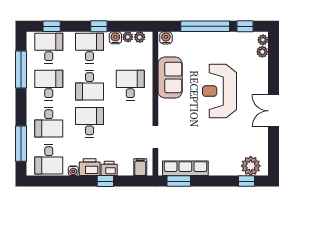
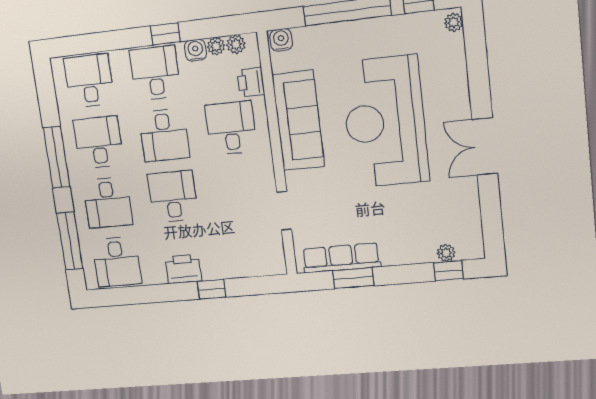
window: (52, 26) -> (88, 44), removed
plant: (262, 52) -> (455, 44), removed
window: (21, 70) -> (56, 157), moved
sofa: (170, 78) -> (298, 121), width x1.36
reception desk: (219, 91) -> (385, 122), width x1.36, depth x1.30
plant: (251, 166) -> (446, 253), width x0.53, depth x0.53
filing cabinet: (140, 167) -> (265, 262), removed
printer: (109, 168) -> (251, 82), moved, turned -90
water cooler: (73, 171) -> (158, 277), removed
window: (179, 181) -> (353, 278), moved

